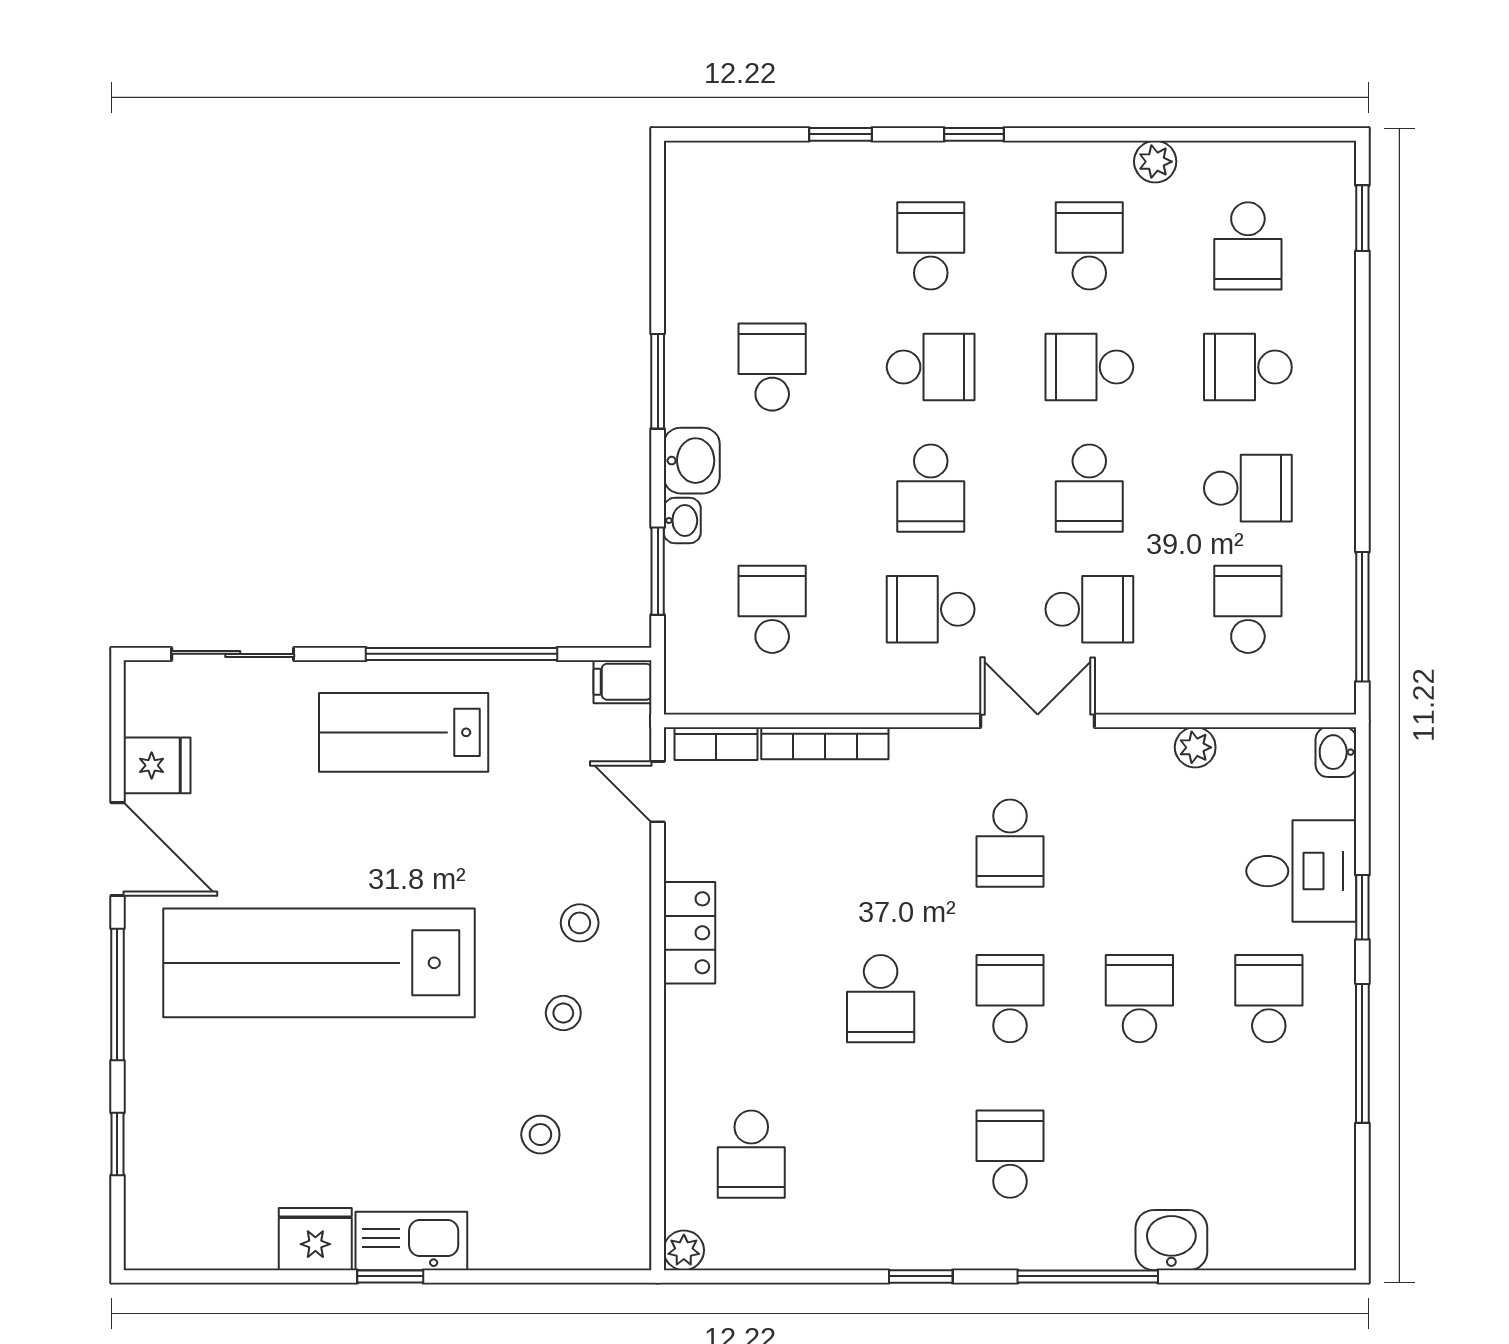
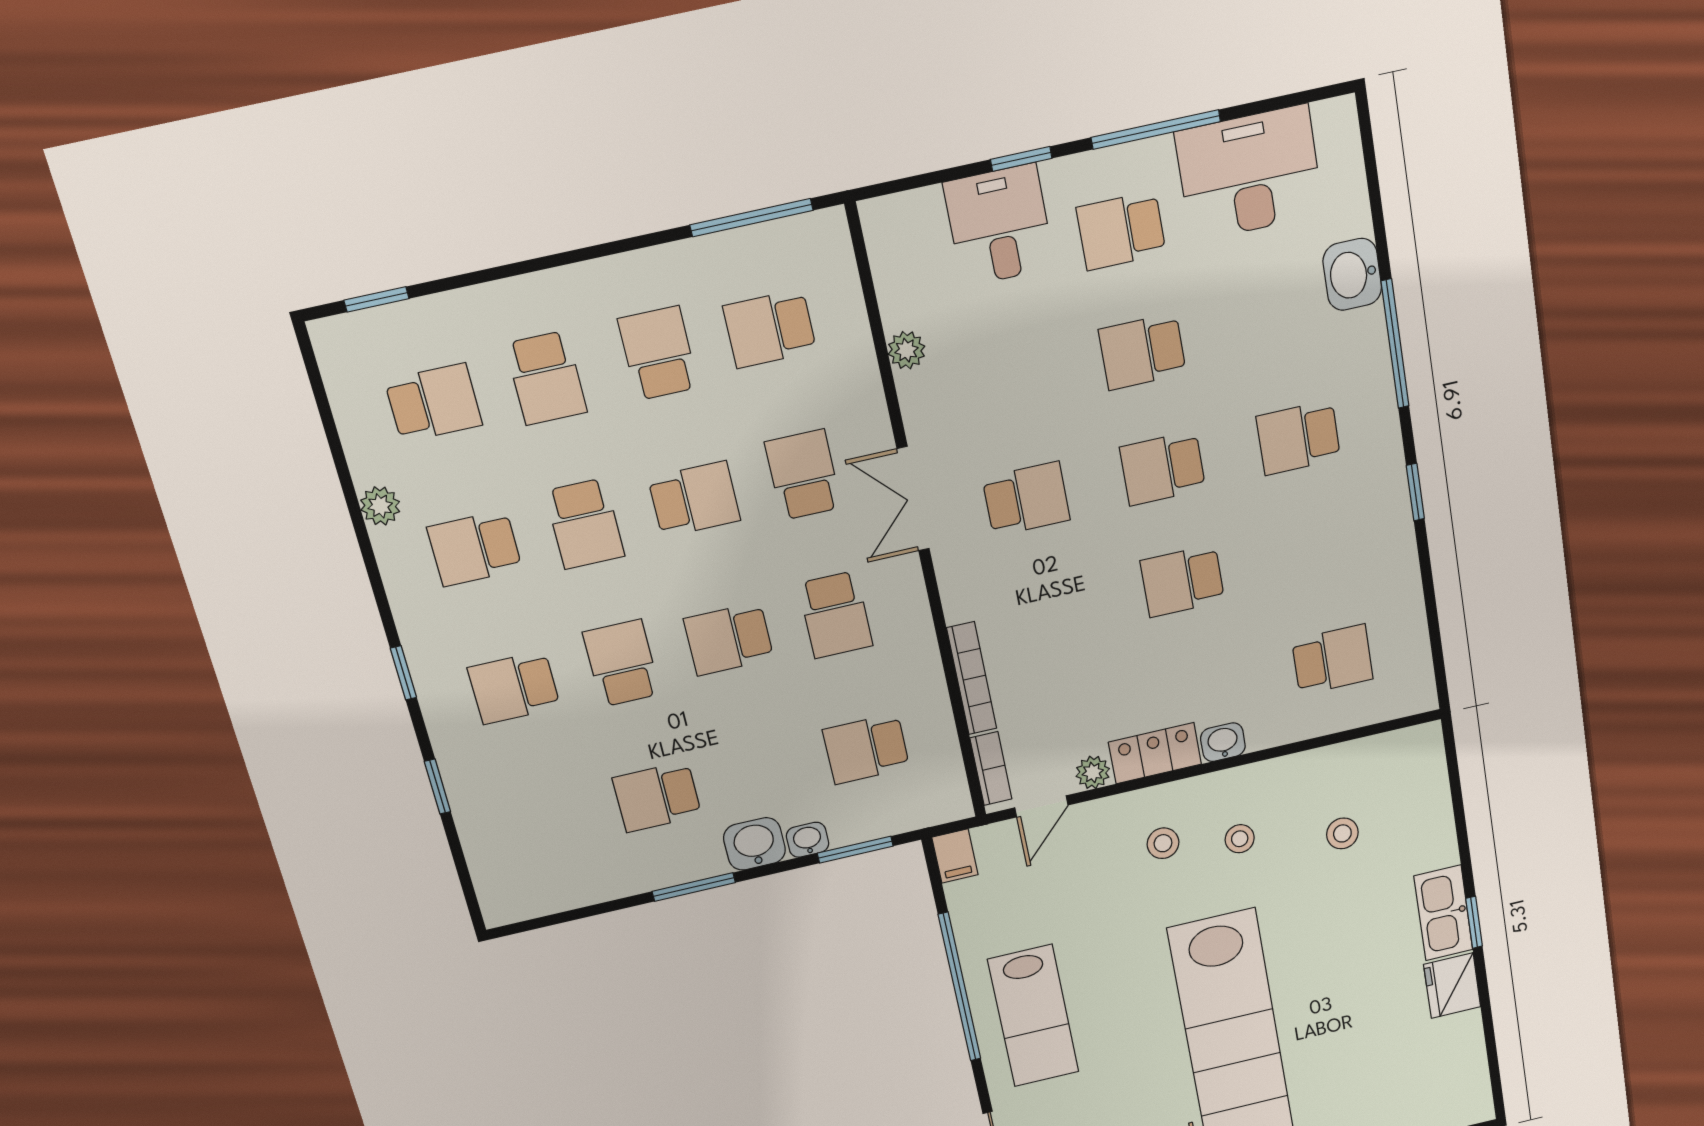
school desk: (931, 488) -> (729, 639), turned 180
washbasin: (1336, 752) -> (1223, 742), moved, turned 180
school desk: (881, 999) -> (1182, 581), turned 180
desk: (1298, 1145) -> (1249, 173), added
plant: (684, 1250) -> (1093, 772), moved

